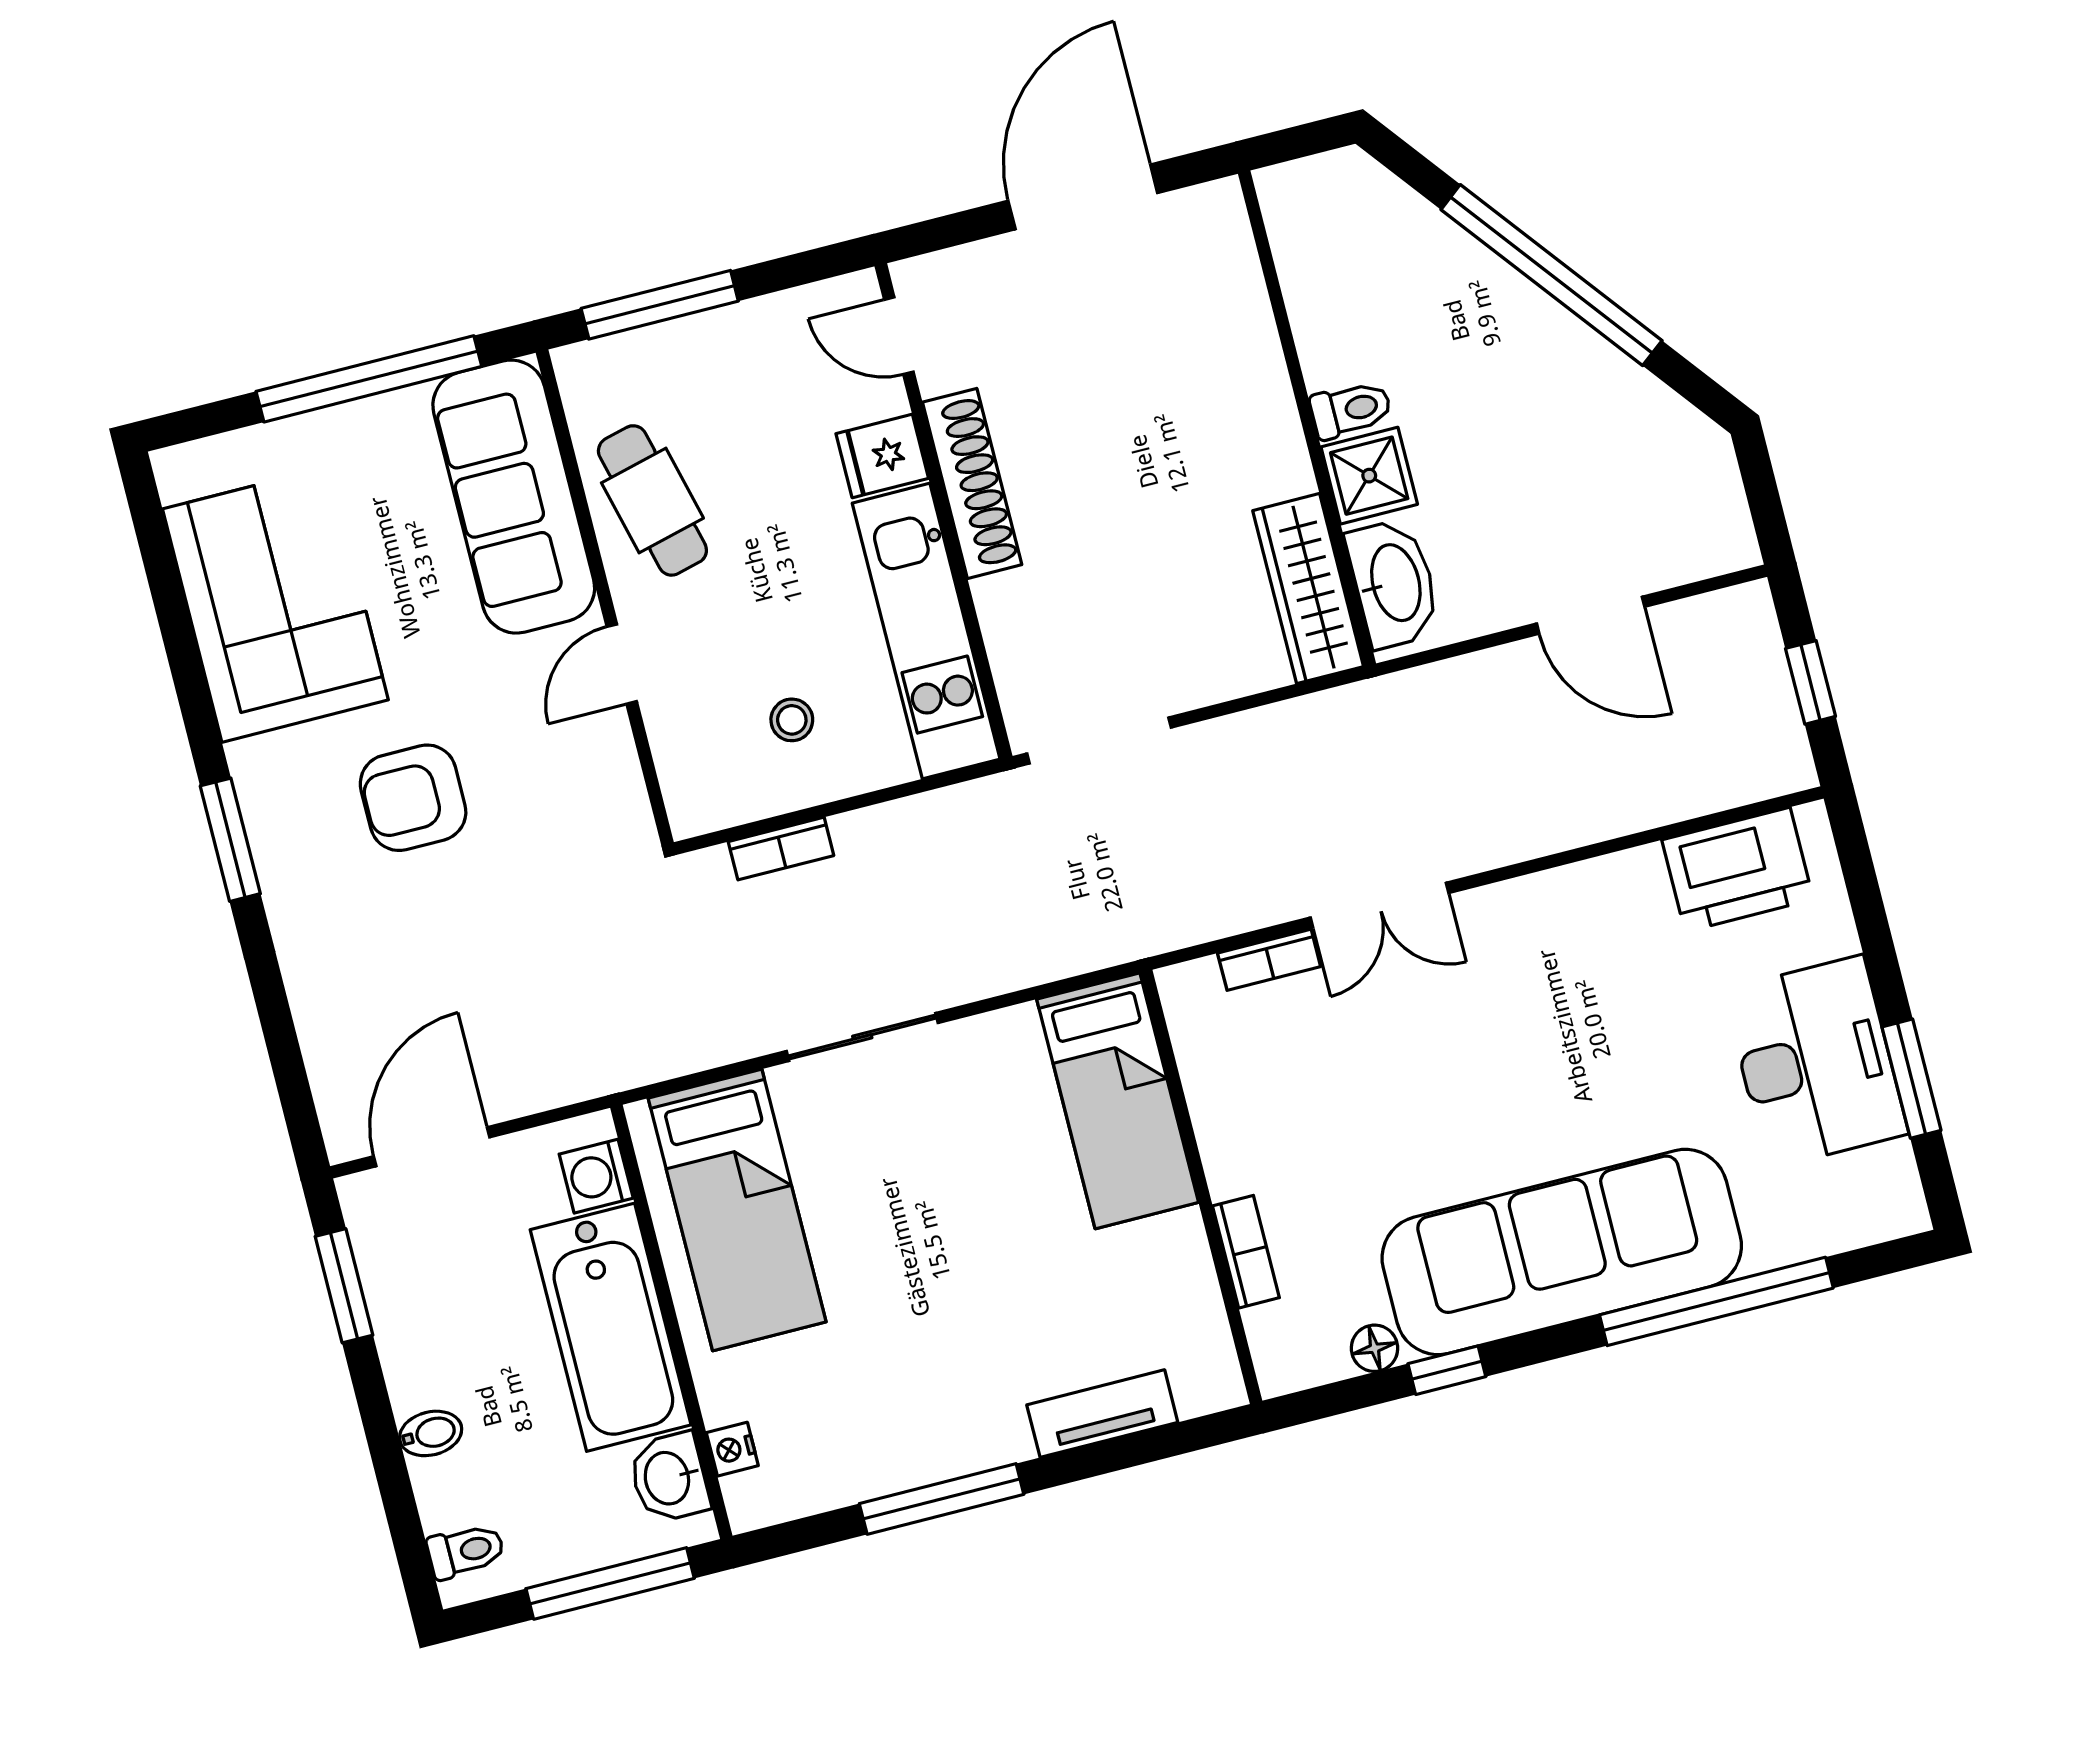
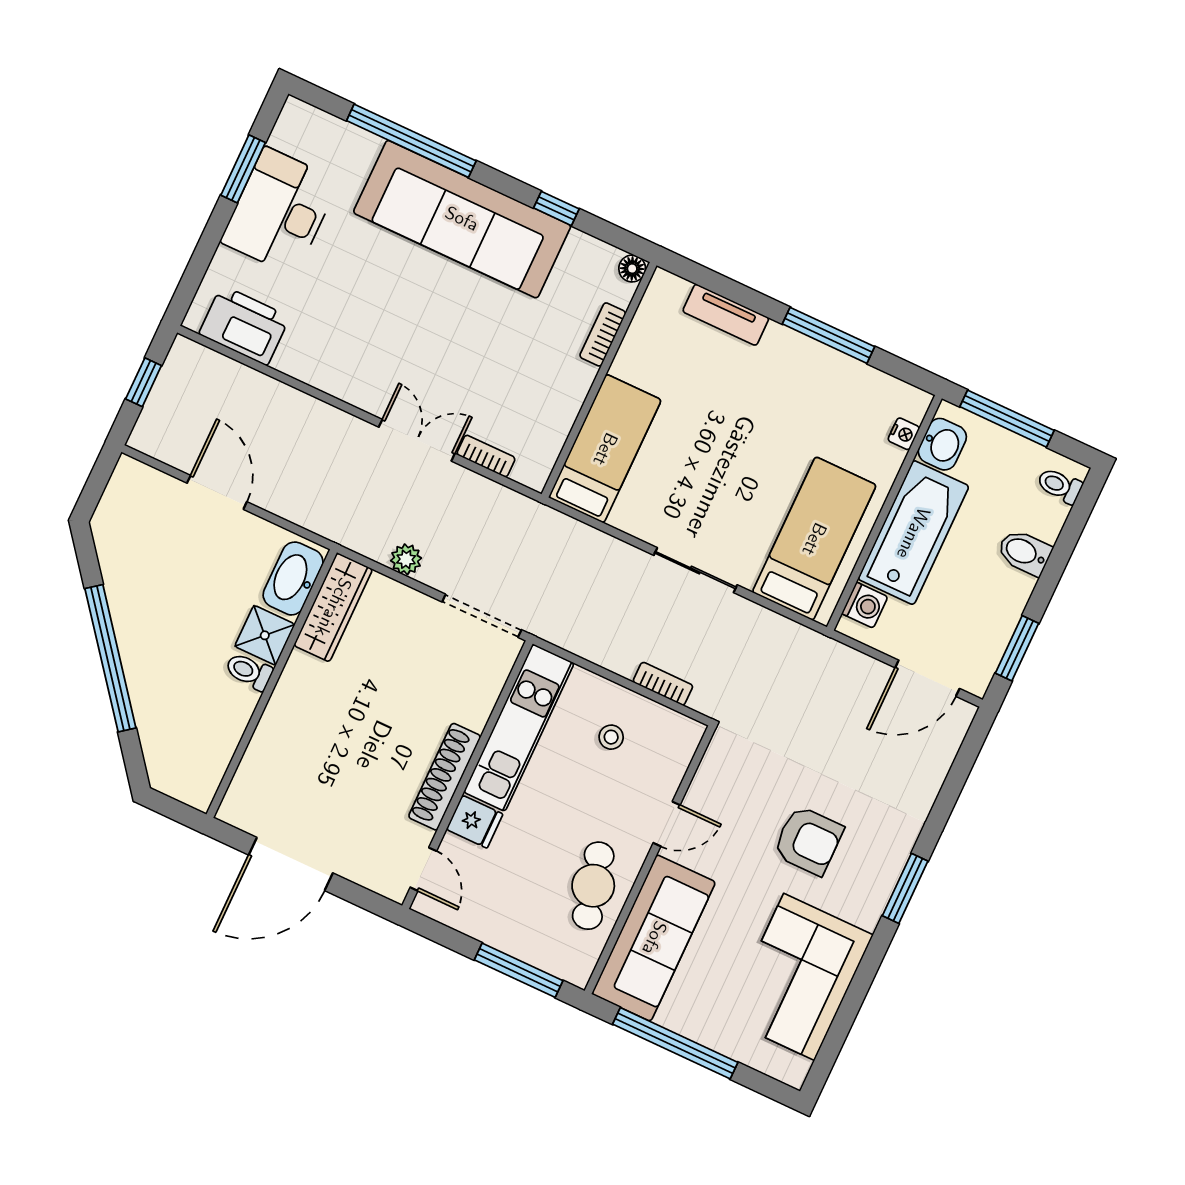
plant: (1263, 733) -> (406, 559), added
floor lamp: (1375, 1348) -> (632, 269), moved
bidet: (431, 1433) -> (1024, 552), width x1.38, depth x1.36

